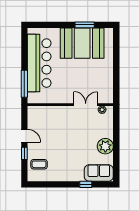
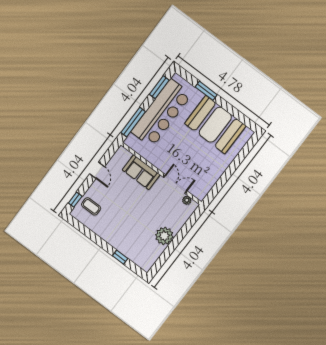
window: (85, 25) -> (206, 91), moved
window: (24, 46) -> (159, 87), added
window: (24, 153) -> (75, 200), moved
sofa: (99, 173) -> (141, 172), moved, turned 180

